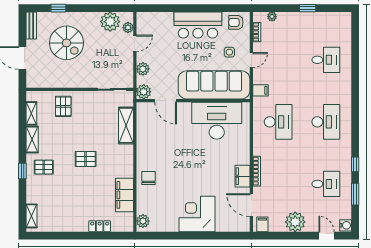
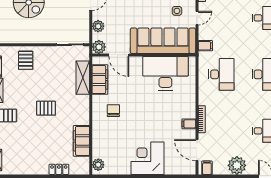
filing cabinet: (145, 128) -> (100, 80), added
filing cabinet: (242, 176) -> (189, 124), width x0.50
chair: (148, 178) -> (113, 111), moved

